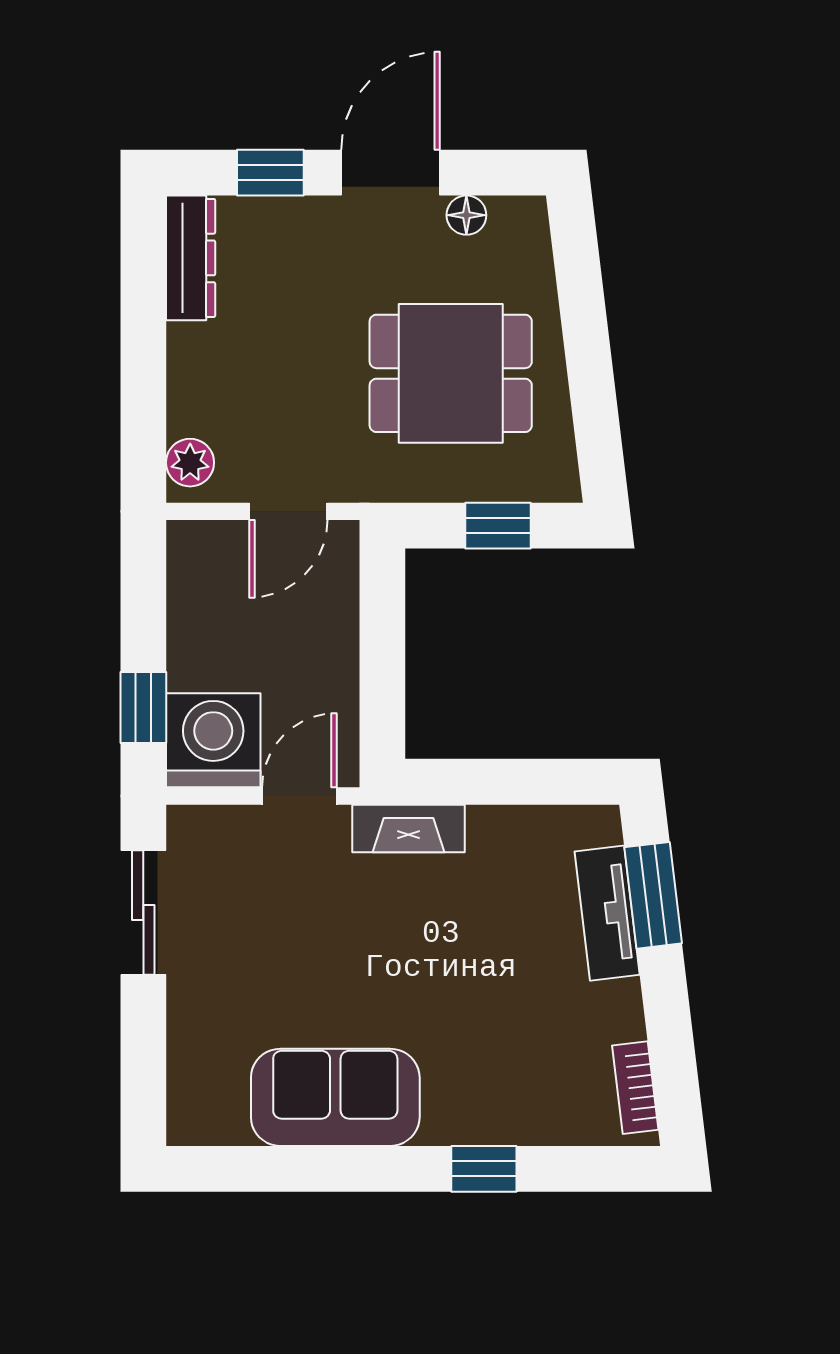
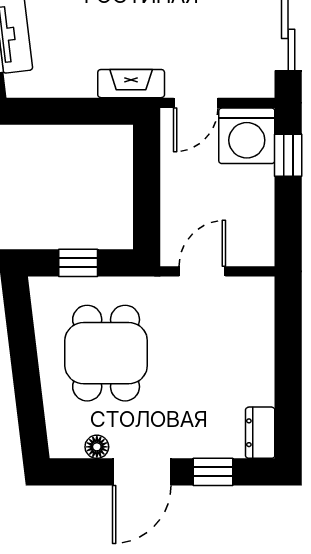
dresser: (191, 258) -> (260, 433), width x0.70
dining table: (451, 373) -> (106, 353), turned 90
plant: (190, 463) -> (261, 300), removed

